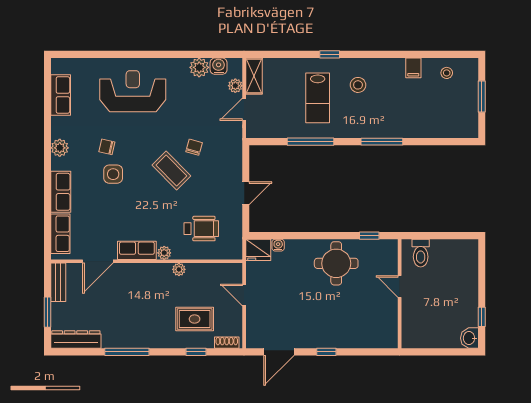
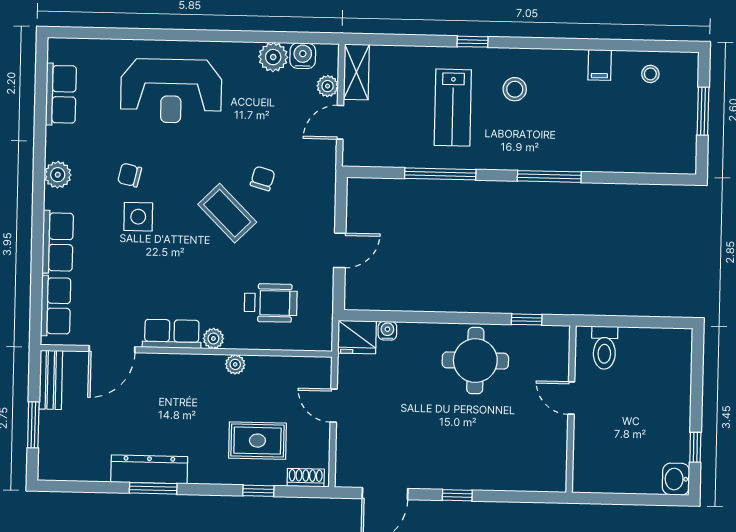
reception desk: (133, 91) -> (171, 91), turned 180
dresser: (76, 340) -> (149, 469), moved
window: (127, 352) -> (153, 488), width x0.69

